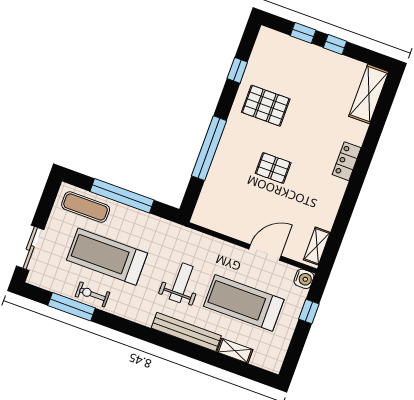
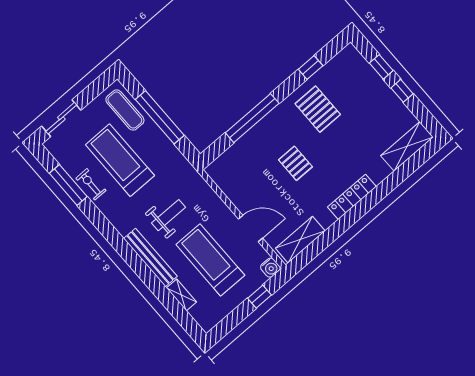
locker: (347, 161) -> (352, 197), width x1.53
shelving: (317, 246) -> (300, 240), width x1.50, depth x1.33

